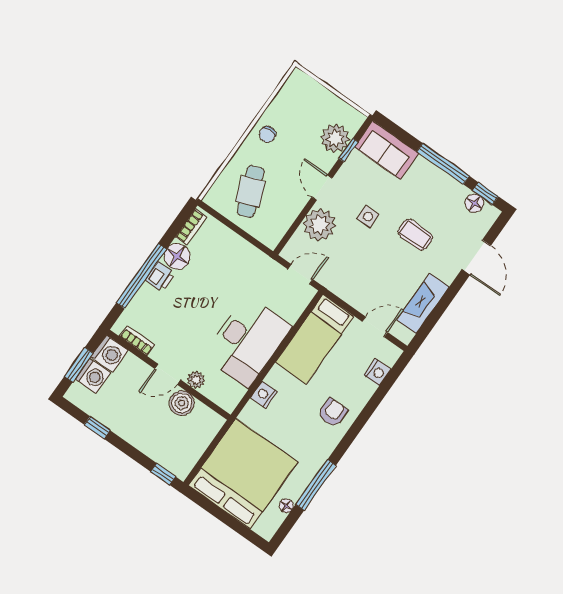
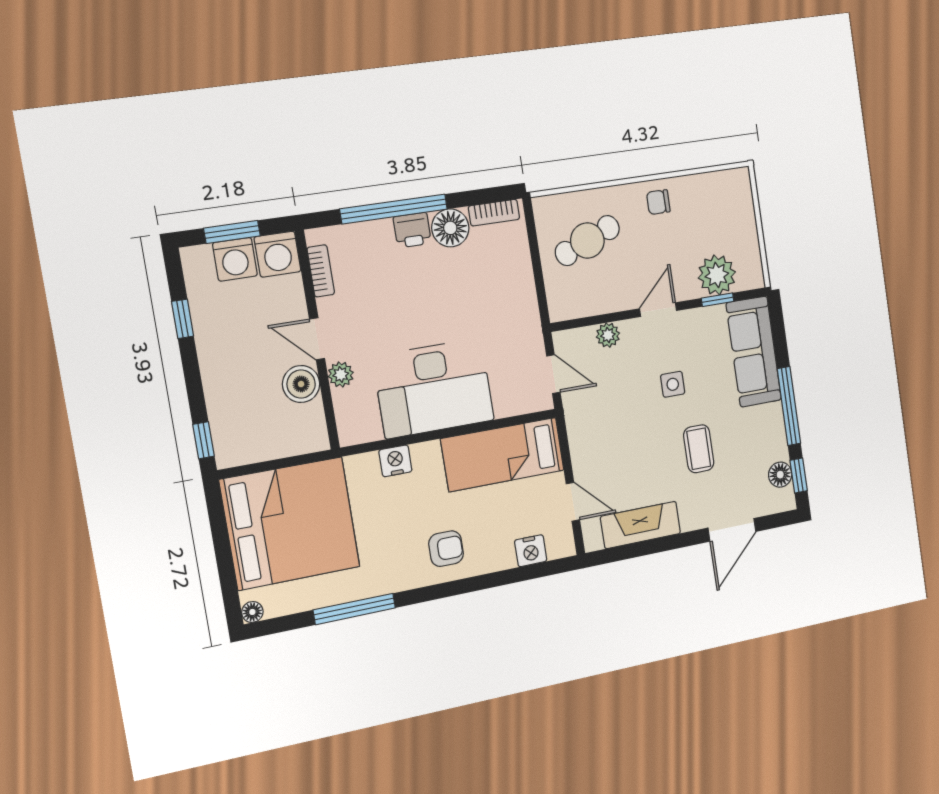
sofa: (387, 150) -> (754, 352), width x1.36
plant: (319, 225) -> (608, 335), width x0.53, depth x0.53
floor lamp: (286, 506) -> (252, 612), moved

